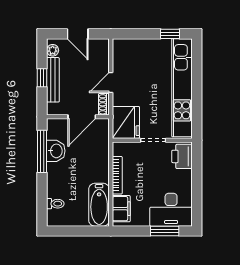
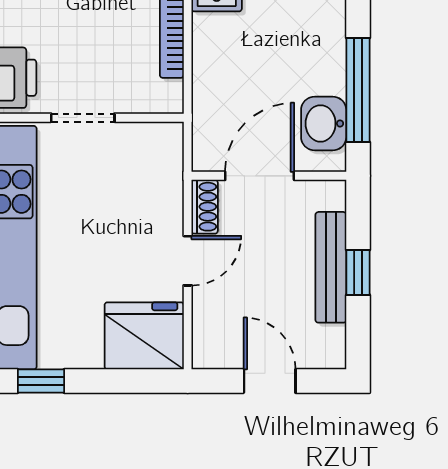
plant: (53, 50) -> (332, 340), removed
fridge: (126, 122) -> (144, 336), moved, turned 90
washbasin: (56, 151) -> (324, 123), moved

